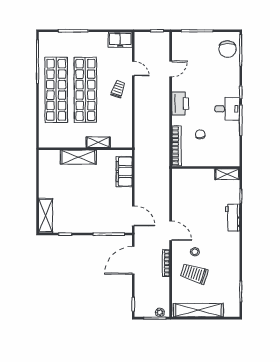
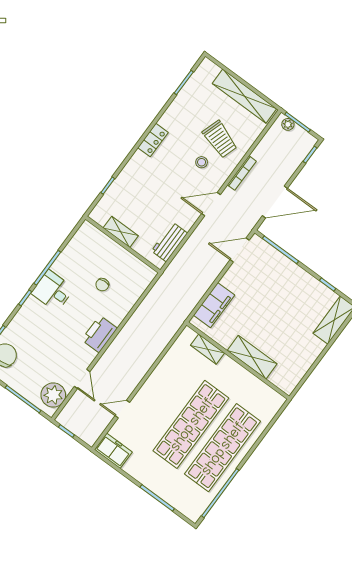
plant: (181, 47) -> (53, 395), added
door: (133, 69) -> (122, 409), hinge flipped
door: (171, 69) -> (82, 379), swing flipped
trolley: (118, 89) -> (155, 399), removed
shelving: (98, 142) -> (207, 349), moved
bookcase: (176, 146) -> (137, 291), removed
shelving: (227, 174) -> (121, 232), moved
door: (133, 216) -> (240, 250), hinge flipped
workbench: (233, 218) -> (169, 242), moved, turned 180
door: (171, 231) -> (211, 204), hinge flipped
locker: (234, 243) -> (153, 140), added

